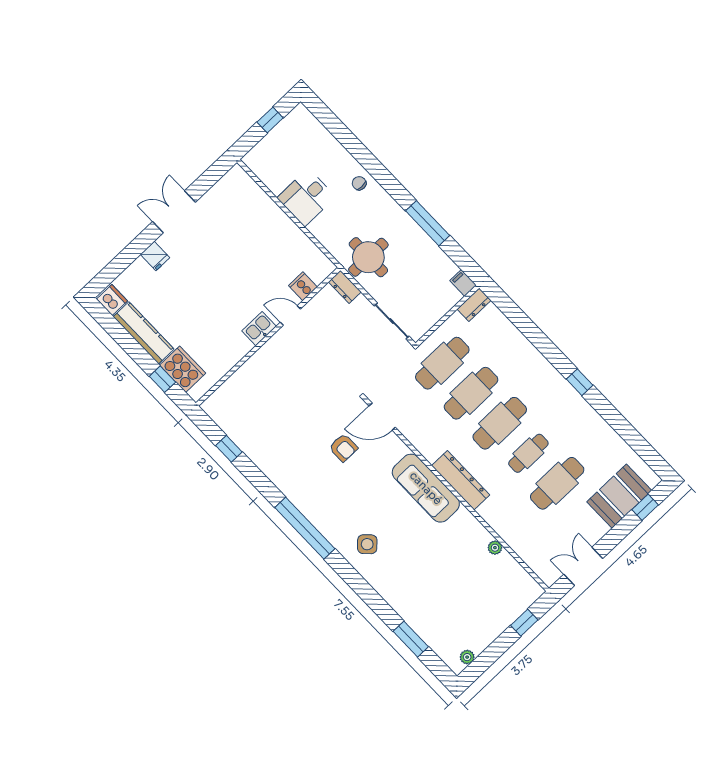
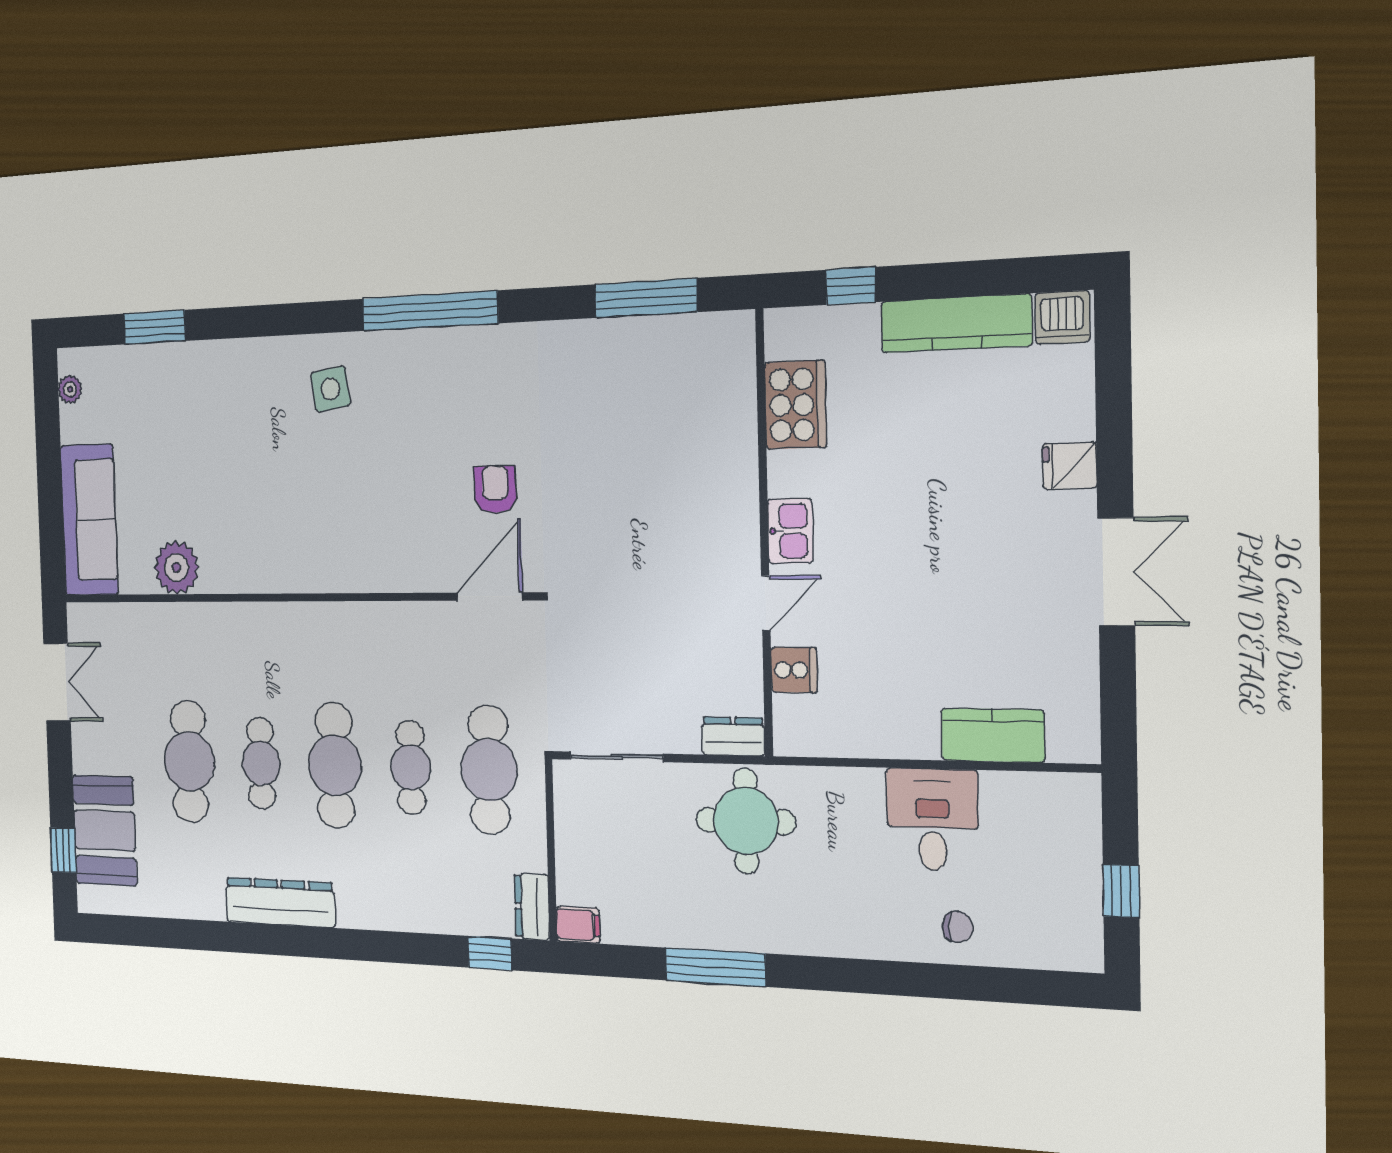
chair: (359, 183) -> (958, 927), moved
kitchen counter: (261, 203) -> (993, 735), added
cooker: (183, 369) -> (795, 405), moved, turned -90
window: (580, 382) -> (490, 953), moved
cafe table: (471, 393) -> (411, 767), width x0.73, depth x0.74
armchair: (343, 448) -> (495, 489), turned 90
window: (229, 449) -> (646, 298), width x2.17
dresser: (461, 480) -> (280, 902), moved, turned 180
sofa: (426, 488) -> (89, 520), moved, turned 90
side table: (367, 544) -> (330, 389), turned 37
plant: (495, 548) -> (176, 568), width x1.88, depth x1.88
window: (524, 623) -> (51, 520), removed

